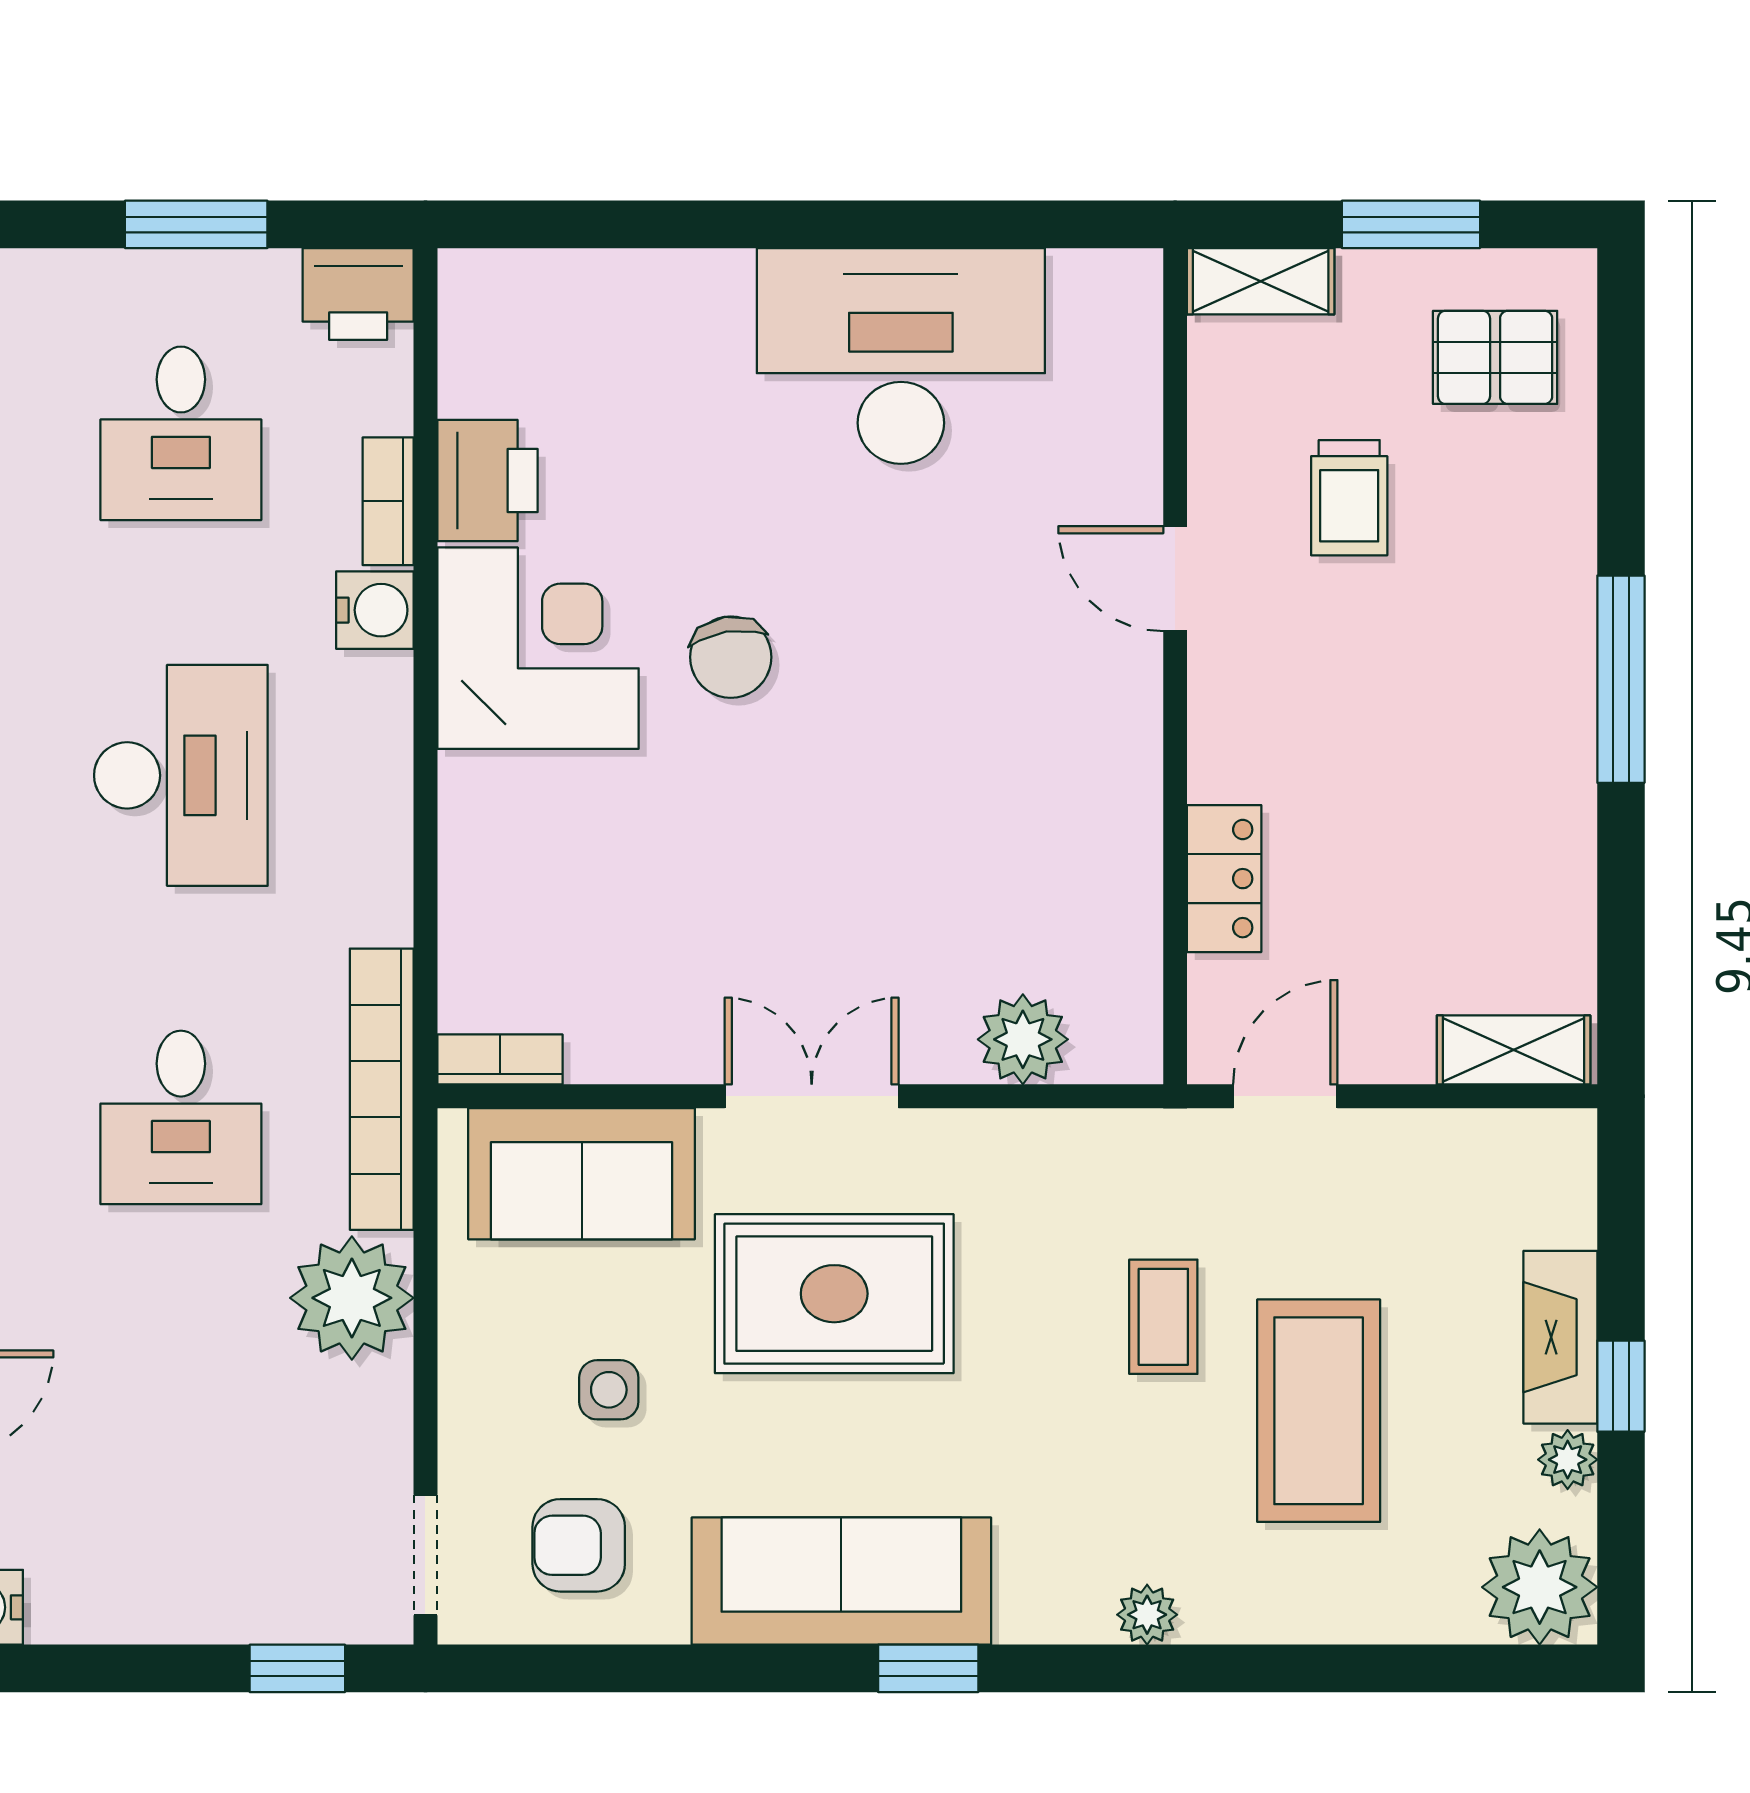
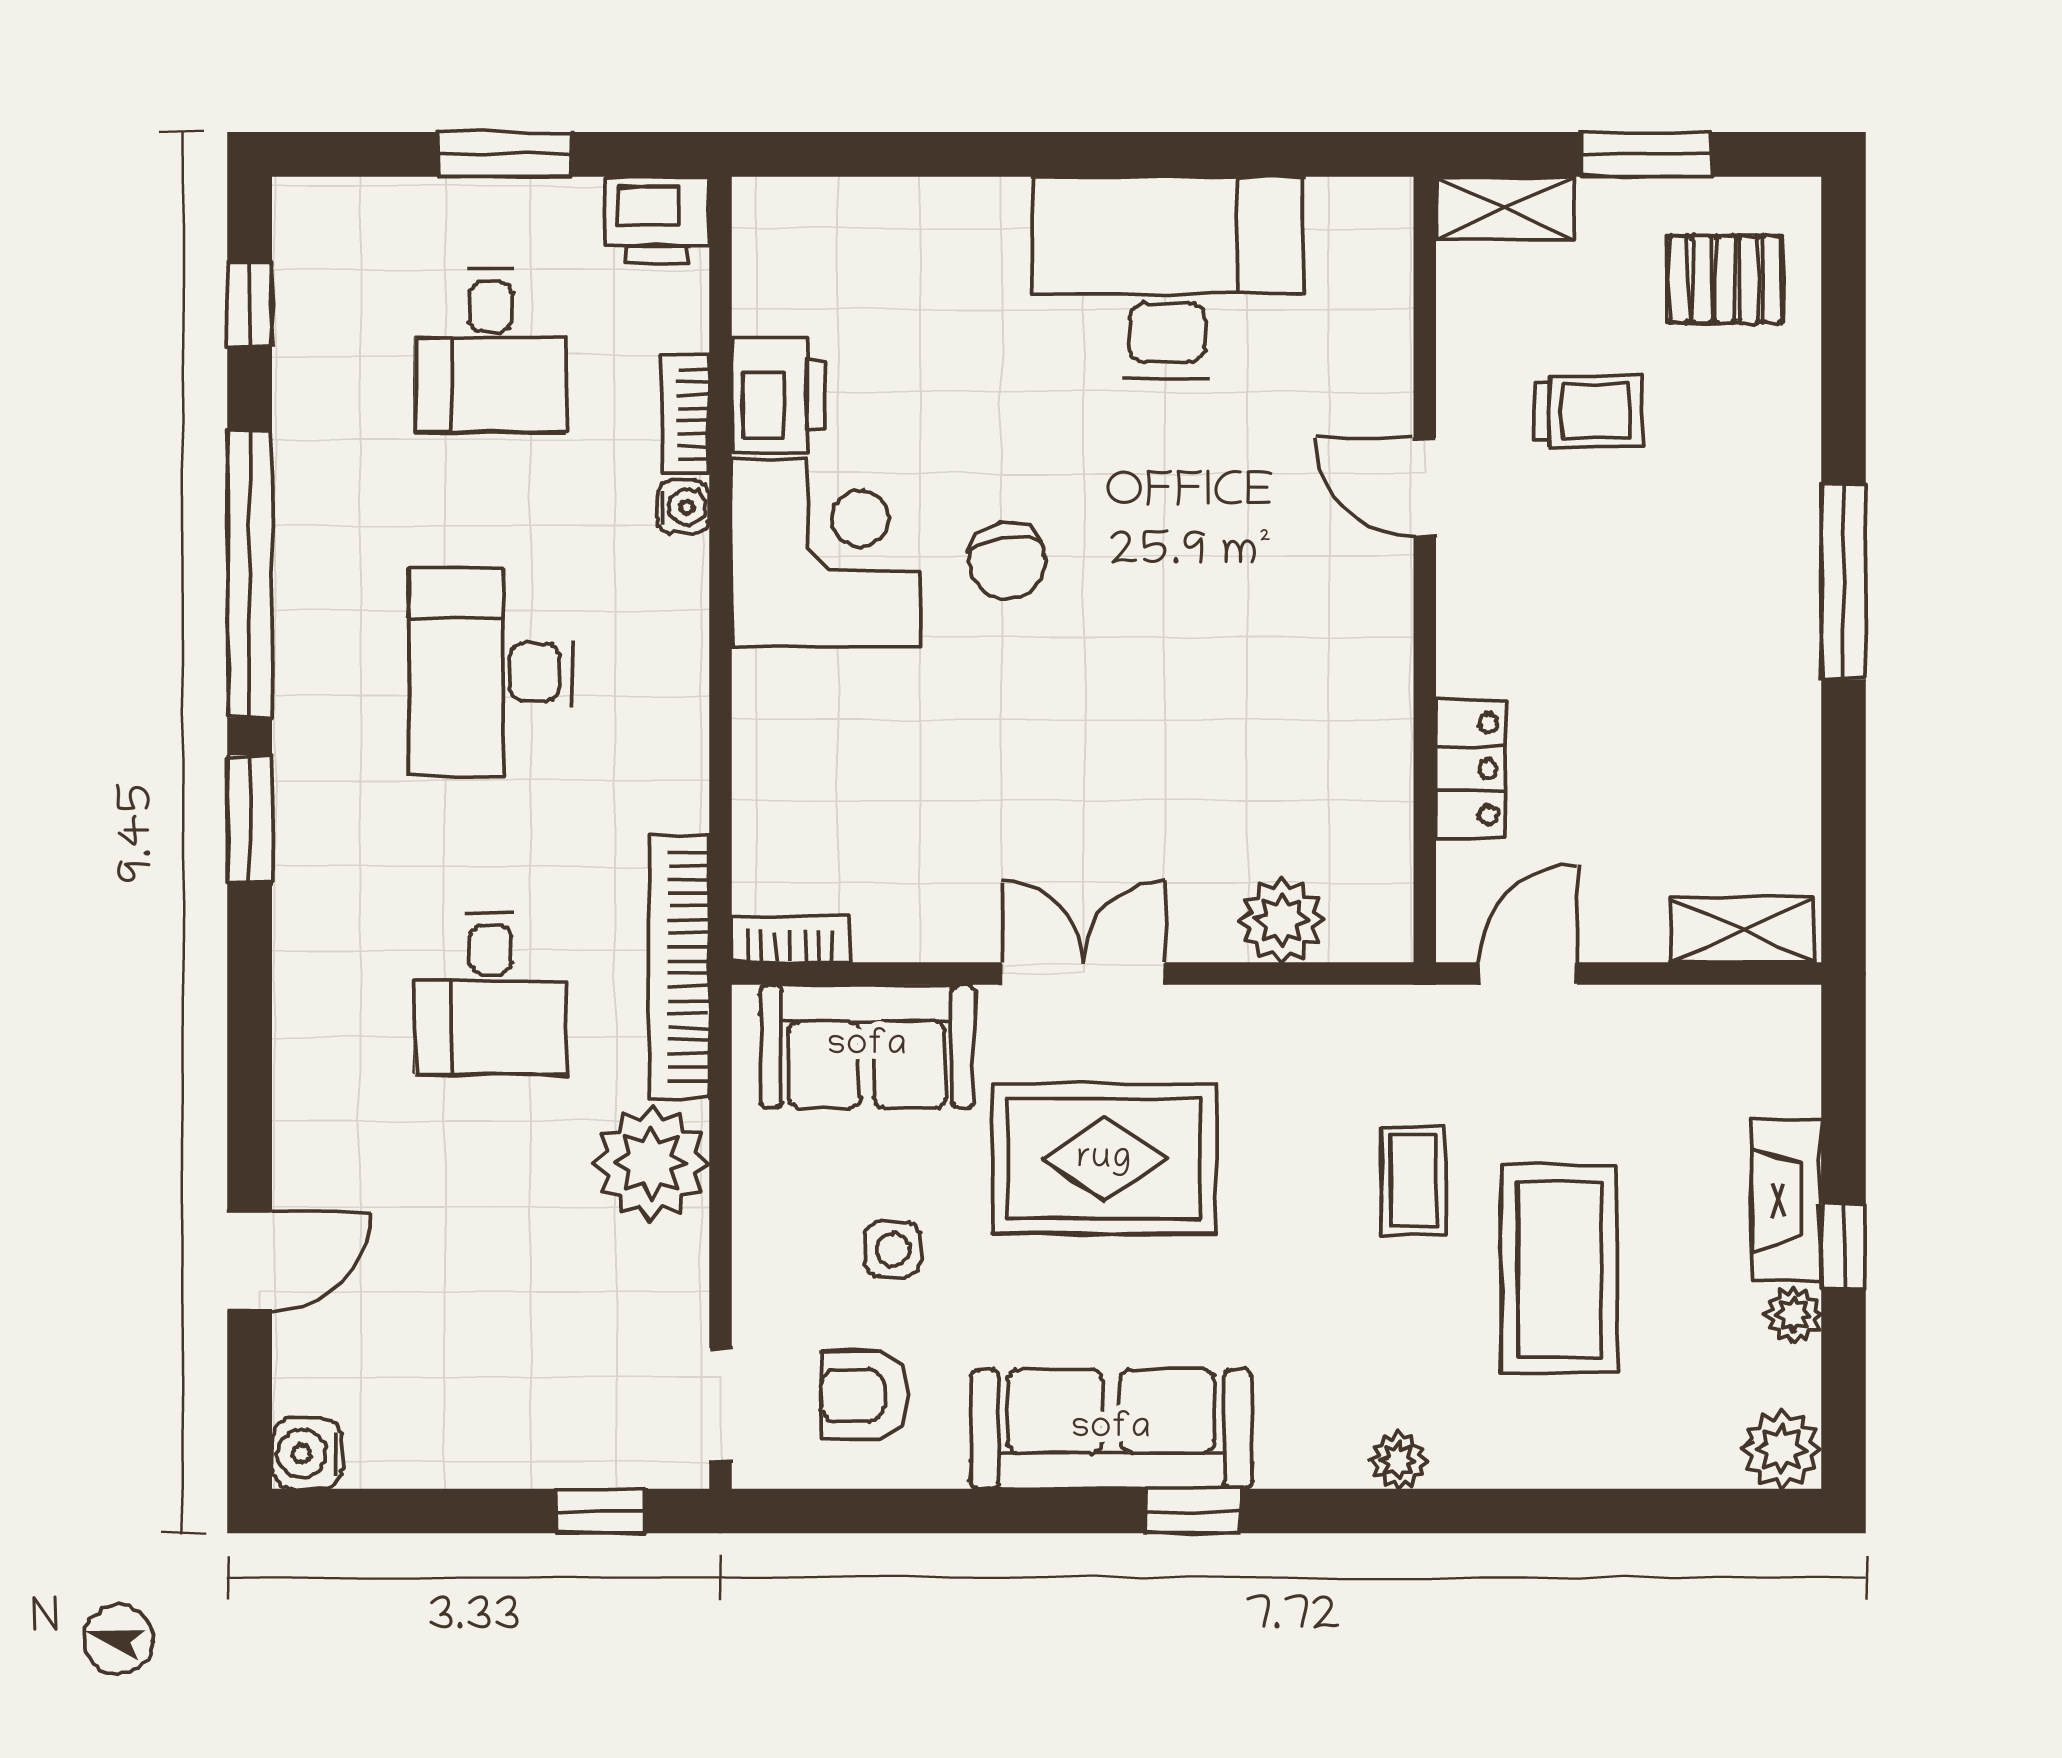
trolley: (1349, 498) -> (1588, 411), turned -90
water cooler: (375, 610) -> (683, 507), width x0.72, depth x0.72
desk: (181, 775) -> (491, 672), turned 180
plant: (1540, 1587) -> (1782, 1449), width x0.73, depth x0.73

